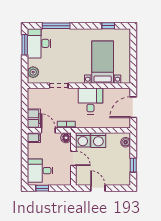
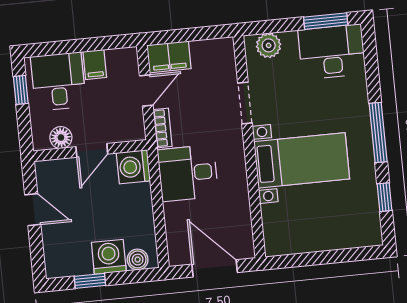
window: (56, 26) -> (378, 132), moved
bed with nightstands: (103, 62) -> (302, 160), moved
desk: (90, 101) -> (188, 173), moved, turned 180
filing cabinet: (34, 138) -> (95, 64), moved
floor lamp: (66, 138) -> (61, 138), moved
washing machine: (98, 140) -> (109, 257), moved, turned 90
door: (98, 188) -> (33, 210), hinge flipped

